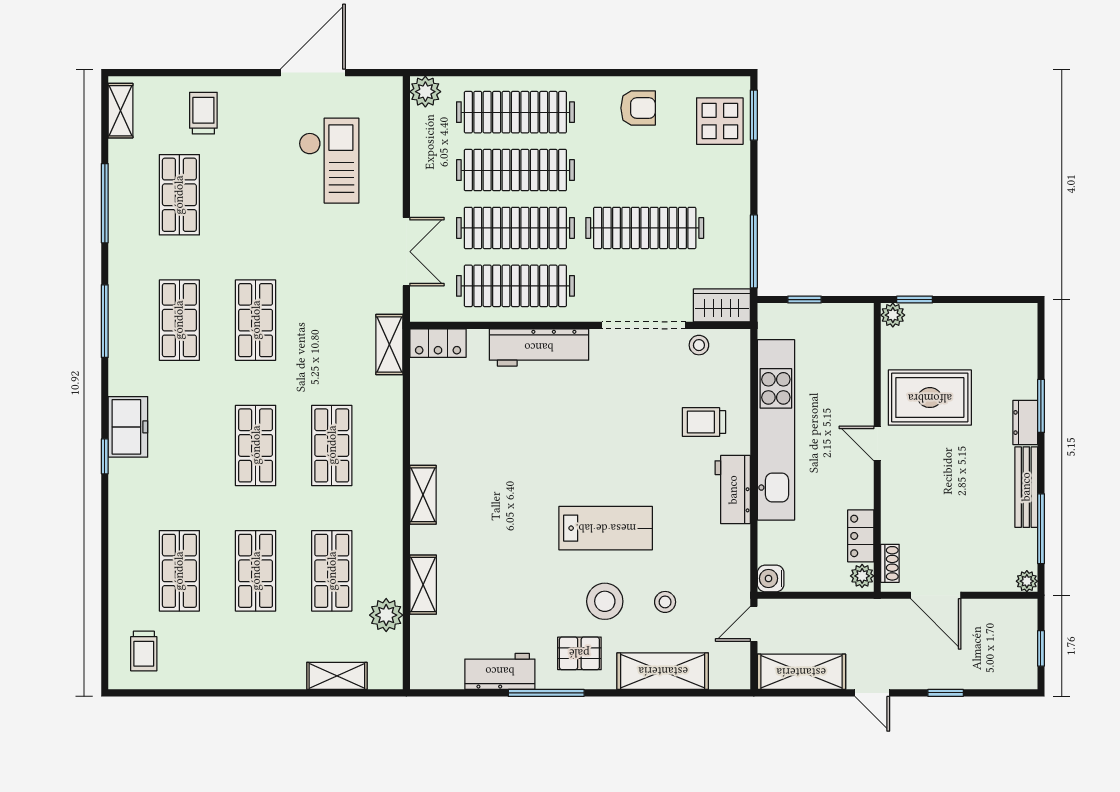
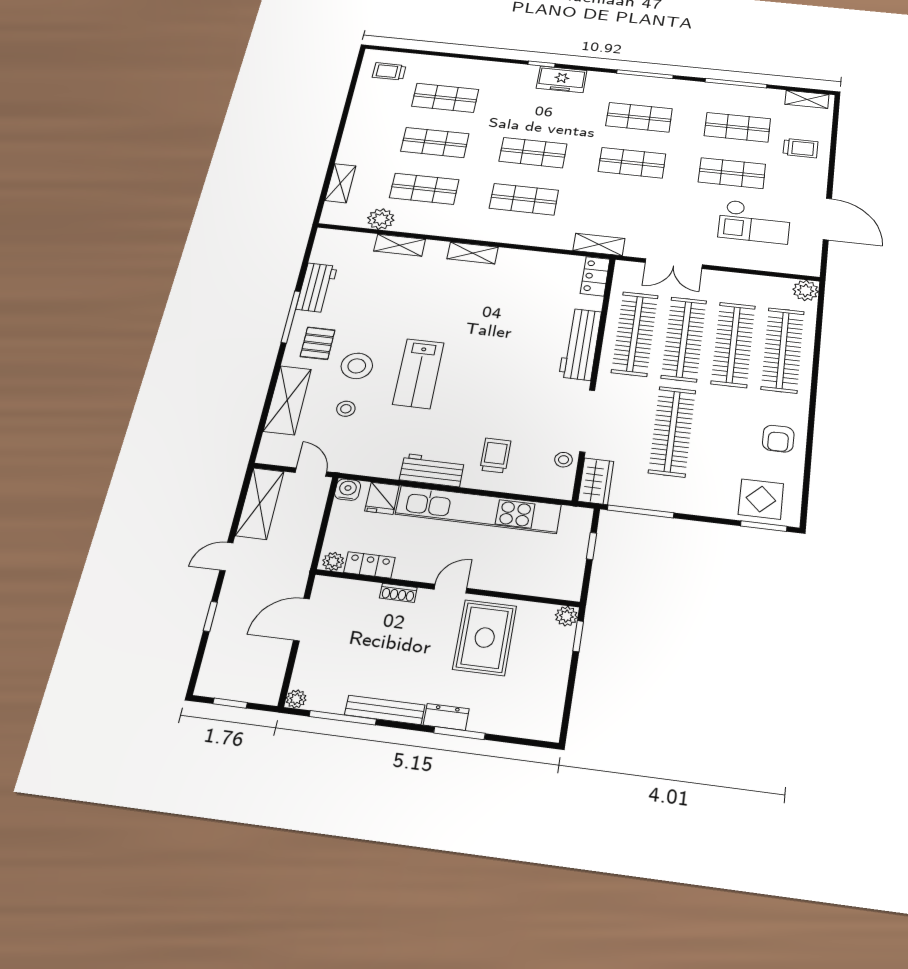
shop shelf: (256, 195) -> (732, 173), added
fridge: (776, 538) -> (382, 498), added
shoe rack: (890, 563) -> (398, 593), moved

